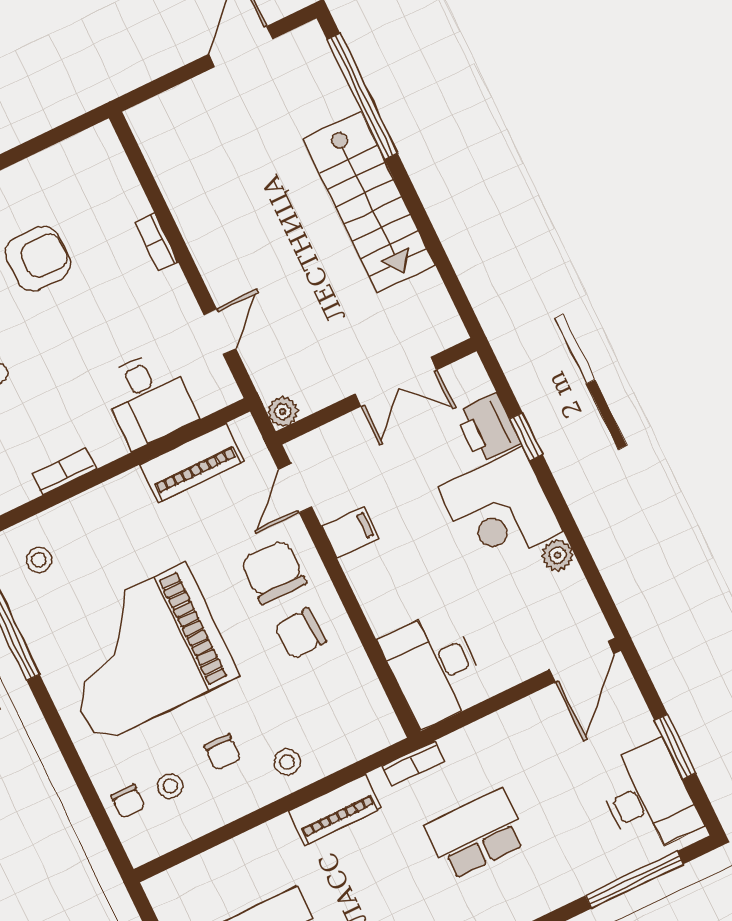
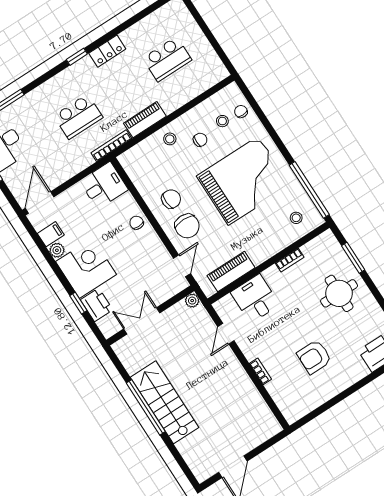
window: (362, 96) -> (146, 407), moved
filing cabinet: (350, 532) -> (51, 234), moved, turned 180
chair: (380, 592) -> (137, 223), added
desk: (434, 668) -> (104, 185), width x0.73
chair: (223, 752) -> (200, 140), turned 90
bookcase: (413, 764) -> (111, 146), width x1.56

